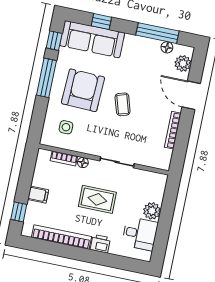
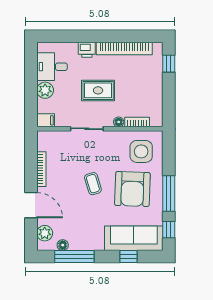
side table: (66, 127) -> (141, 151), width x1.87, depth x1.87
filing cabinet: (38, 195) -> (46, 120), moved, turned 180

